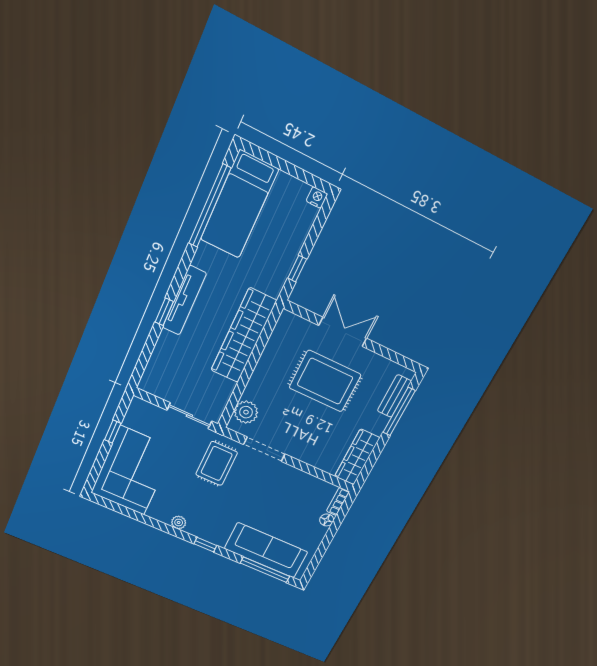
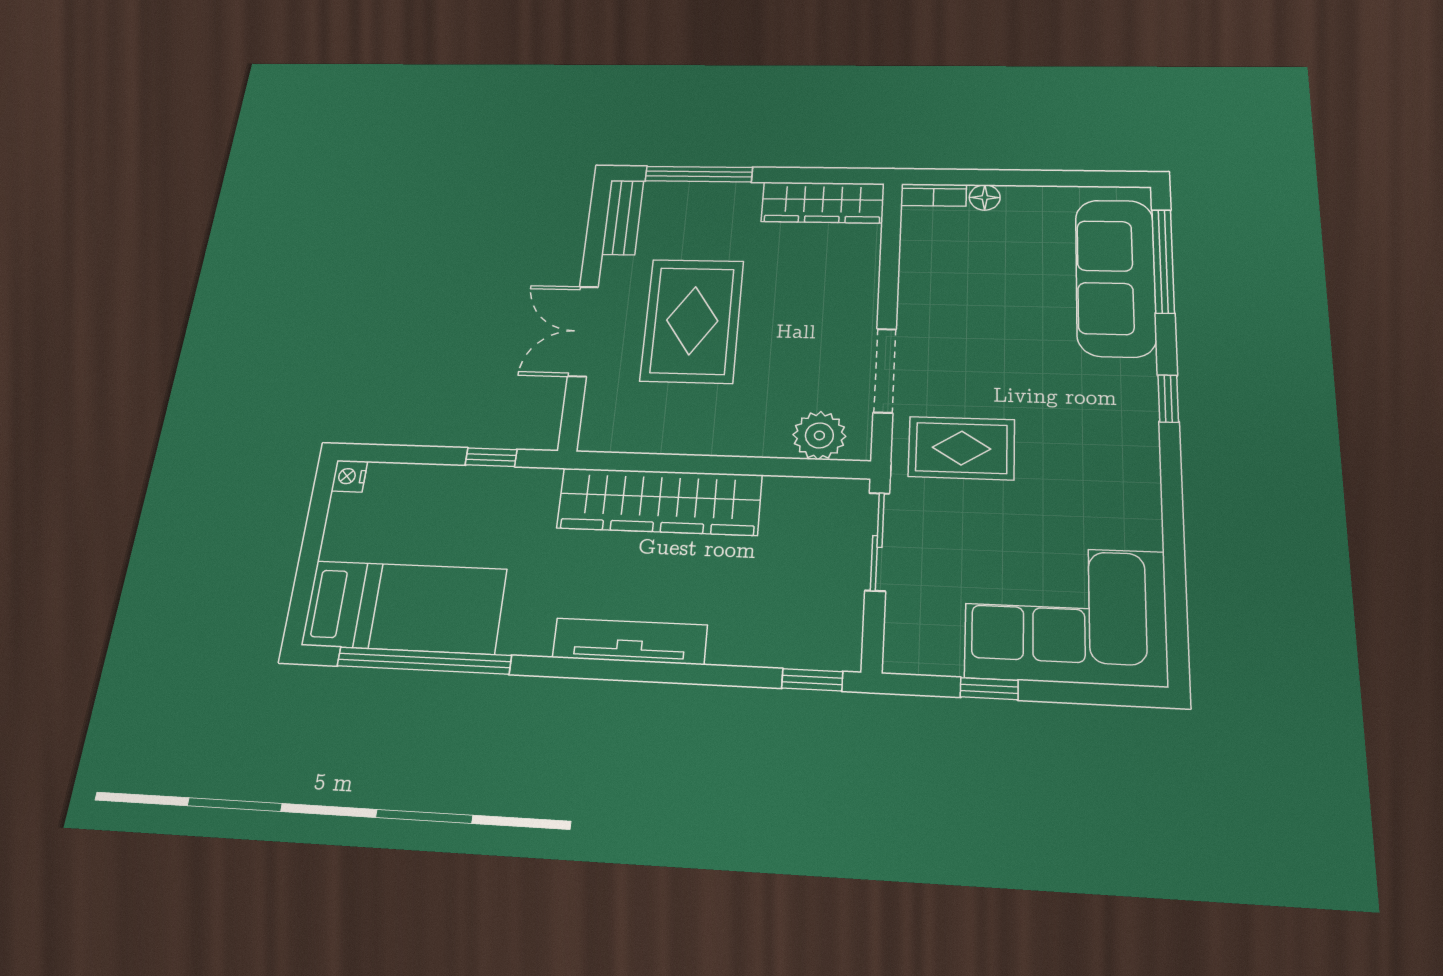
window: (164, 312) -> (812, 680), moved
bench: (394, 396) -> (623, 217), moved, turned 90
plant: (179, 522) -> (1143, 472), removed

